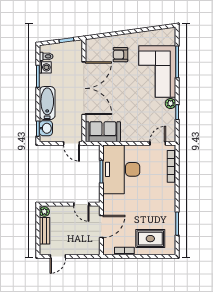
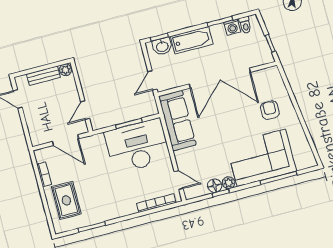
floor lamp: (170, 115) -> (215, 186), added
sofa: (103, 132) -> (177, 121), width x1.36

